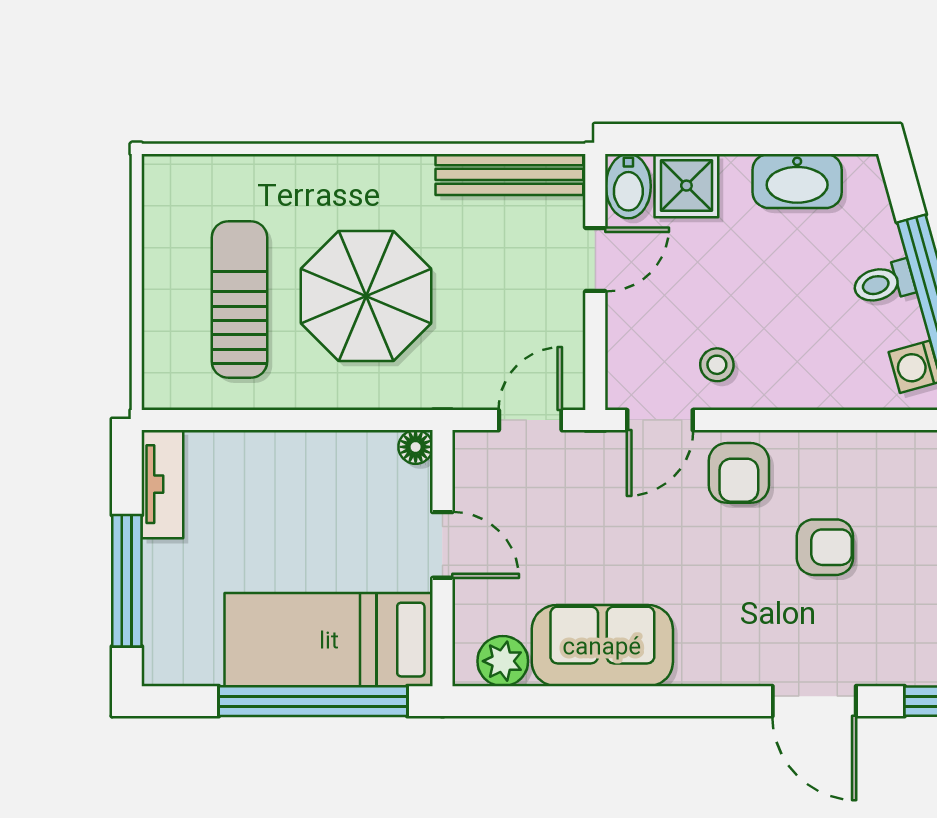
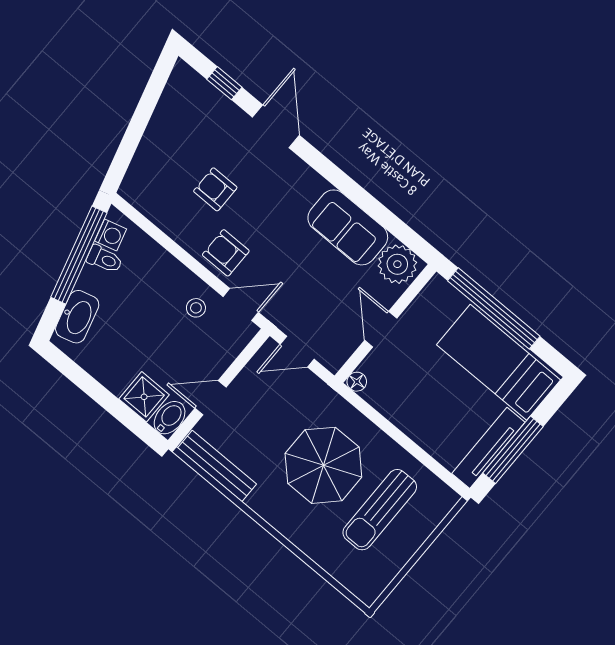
washbasin: (797, 181) -> (77, 317), moved, turned 74
toilet: (884, 283) -> (105, 259), moved
armchair: (739, 473) -> (226, 253), turned -90
tv unit: (162, 484) -> (488, 448), width x1.41
window: (127, 581) -> (513, 450), moved
bed: (329, 640) -> (498, 362), moved, turned 180
plant: (503, 661) -> (397, 264), width x1.36, depth x1.36

